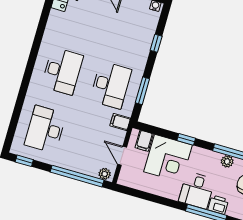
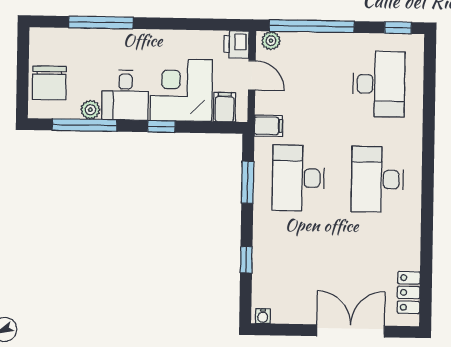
desk: (197, 190) -> (125, 95), moved, turned 180
printer: (218, 205) -> (236, 44), moved, turned 90

